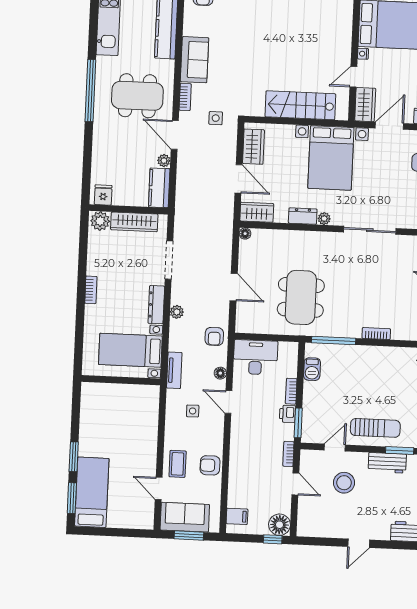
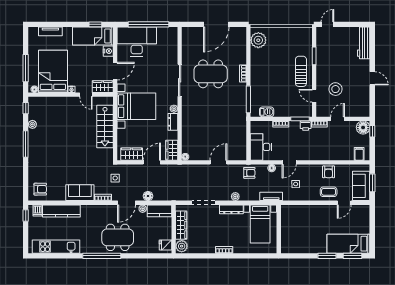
dining table: (137, 96) -> (118, 237), moved, turned 90
door: (389, 126) -> (115, 71), swing flipped
floor lamp: (184, 170) -> (148, 196), added
dining table: (301, 297) -> (211, 74), moved
printer: (288, 414) -> (306, 126), moved
workbench: (387, 463) -> (322, 63), removed

